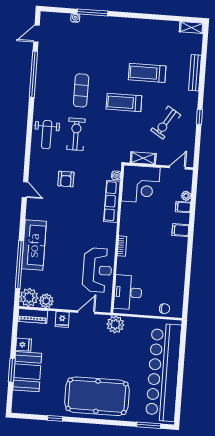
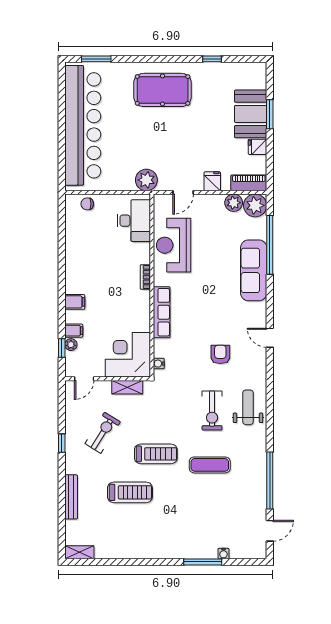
exercise mat: (81, 90) -> (210, 465), turned 90
window: (194, 194) -> (62, 348), added
row of seats: (112, 201) -> (162, 312), moved
pool table: (97, 396) -> (163, 90), width x0.73, depth x0.76

